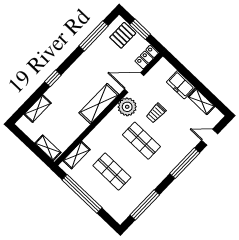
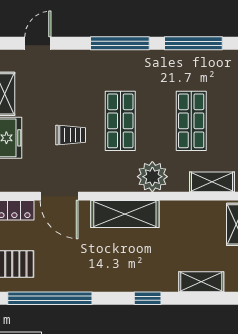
window: (94, 36) -> (50, 298), width x1.46
plant: (127, 107) -> (152, 177), moved
door: (210, 137) -> (38, 43), swing flipped
window: (185, 163) -> (120, 43), moved

